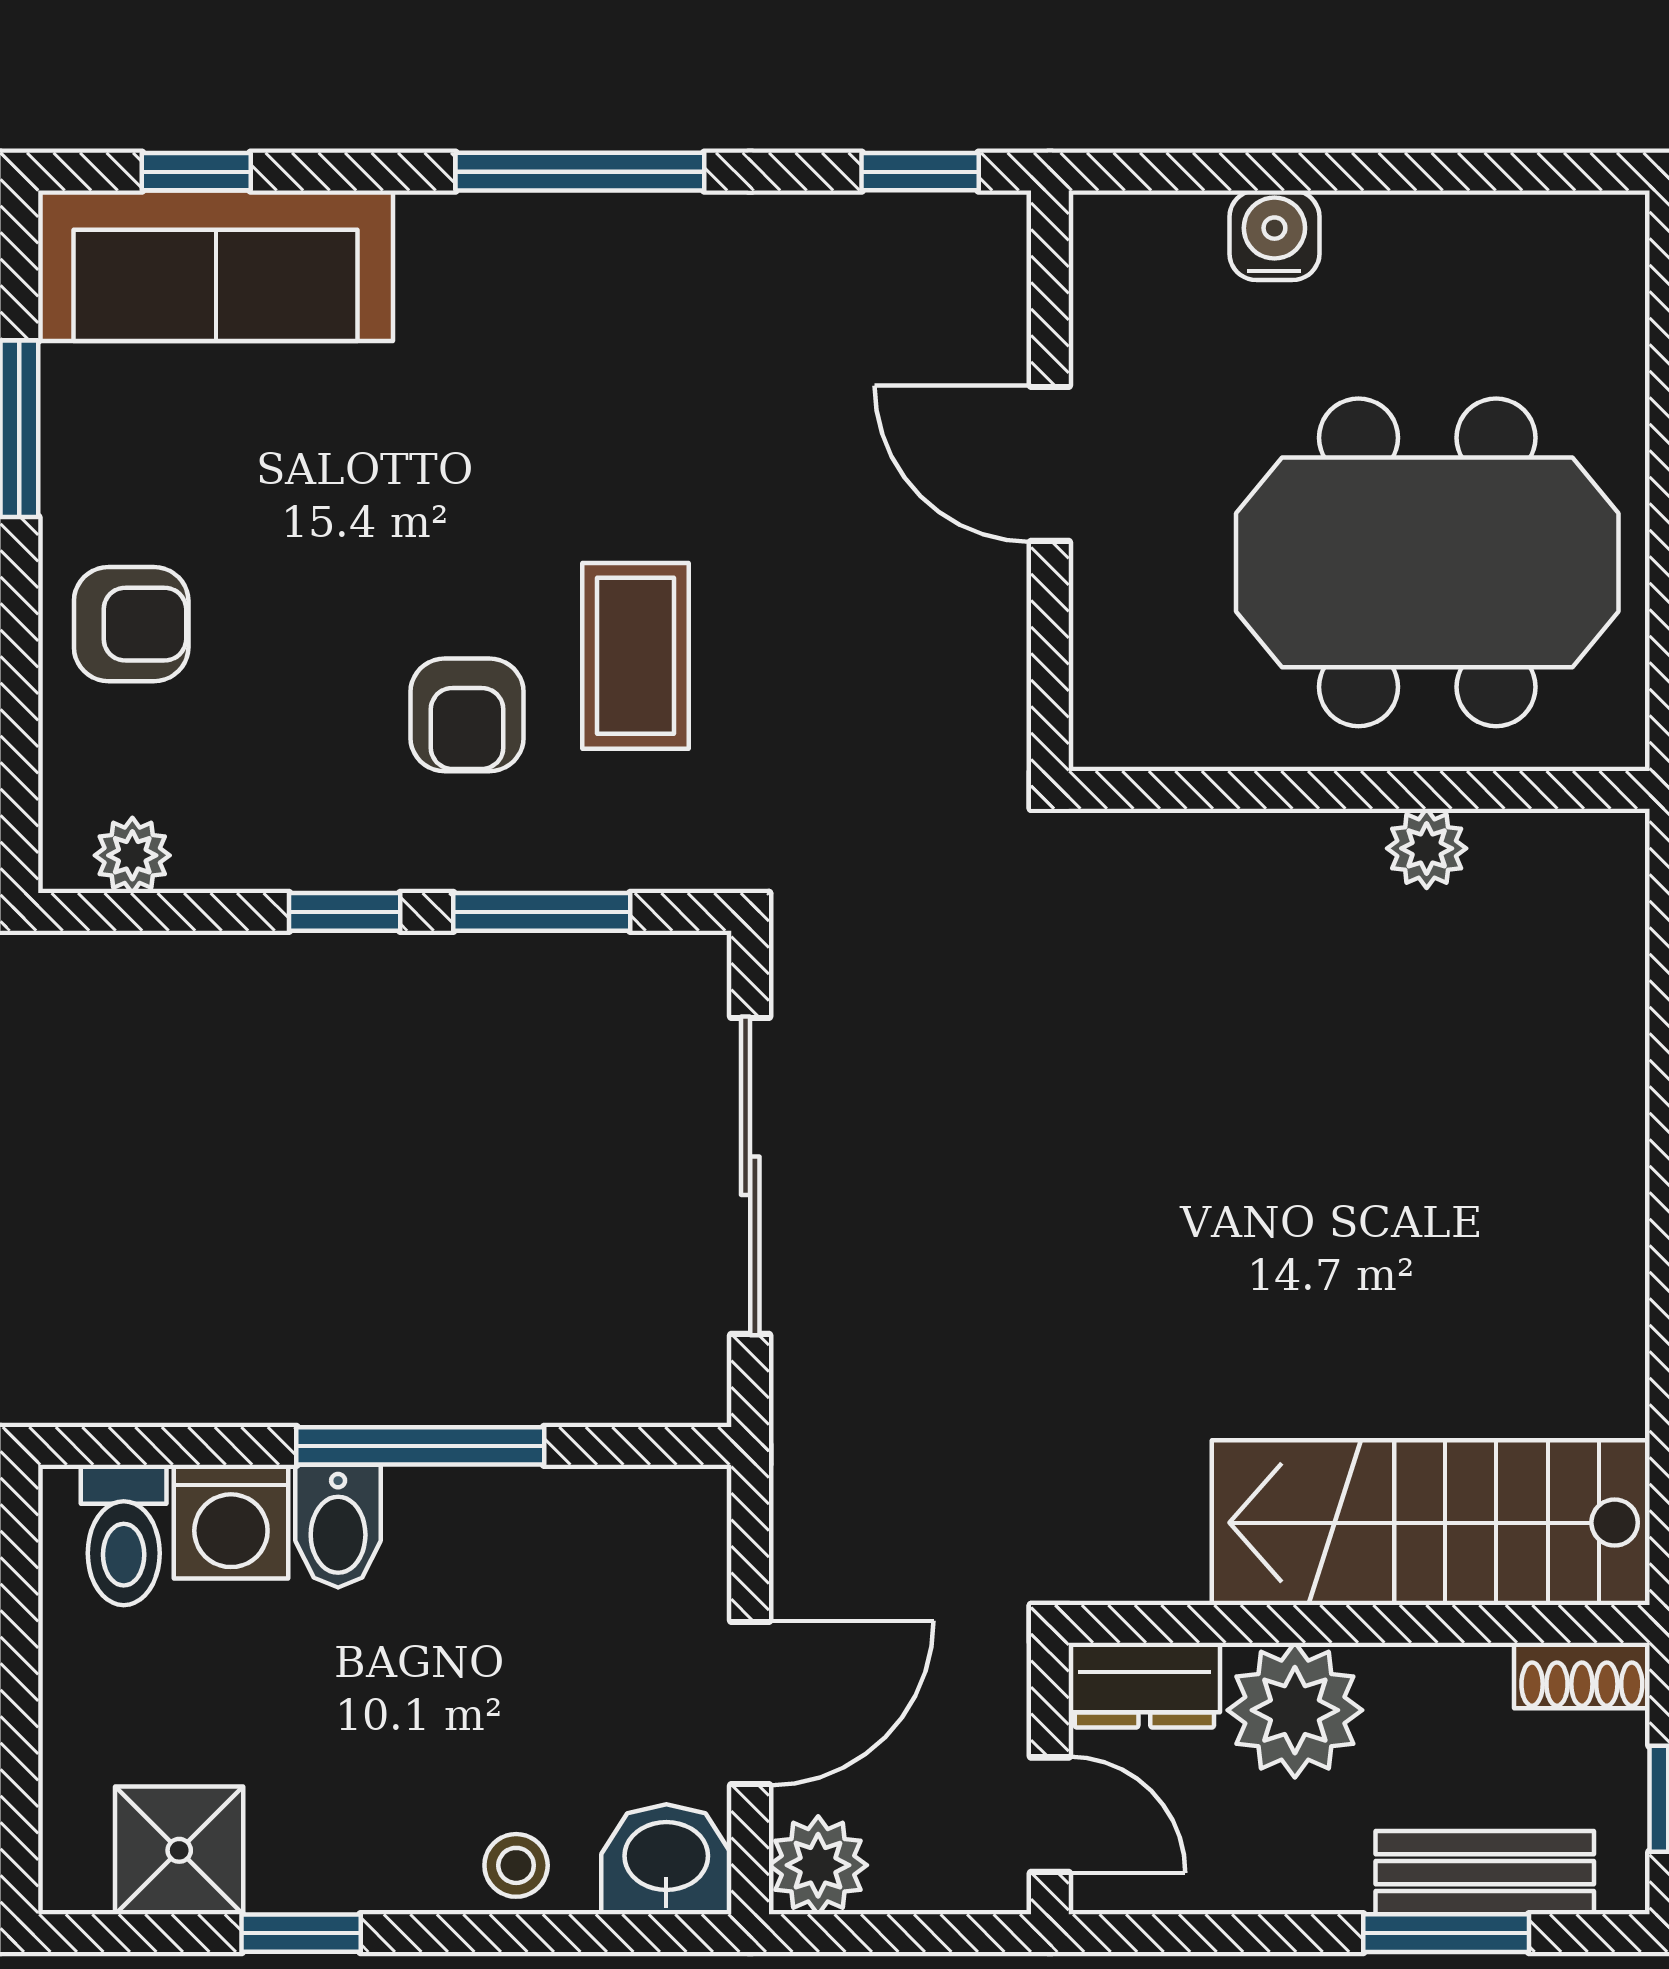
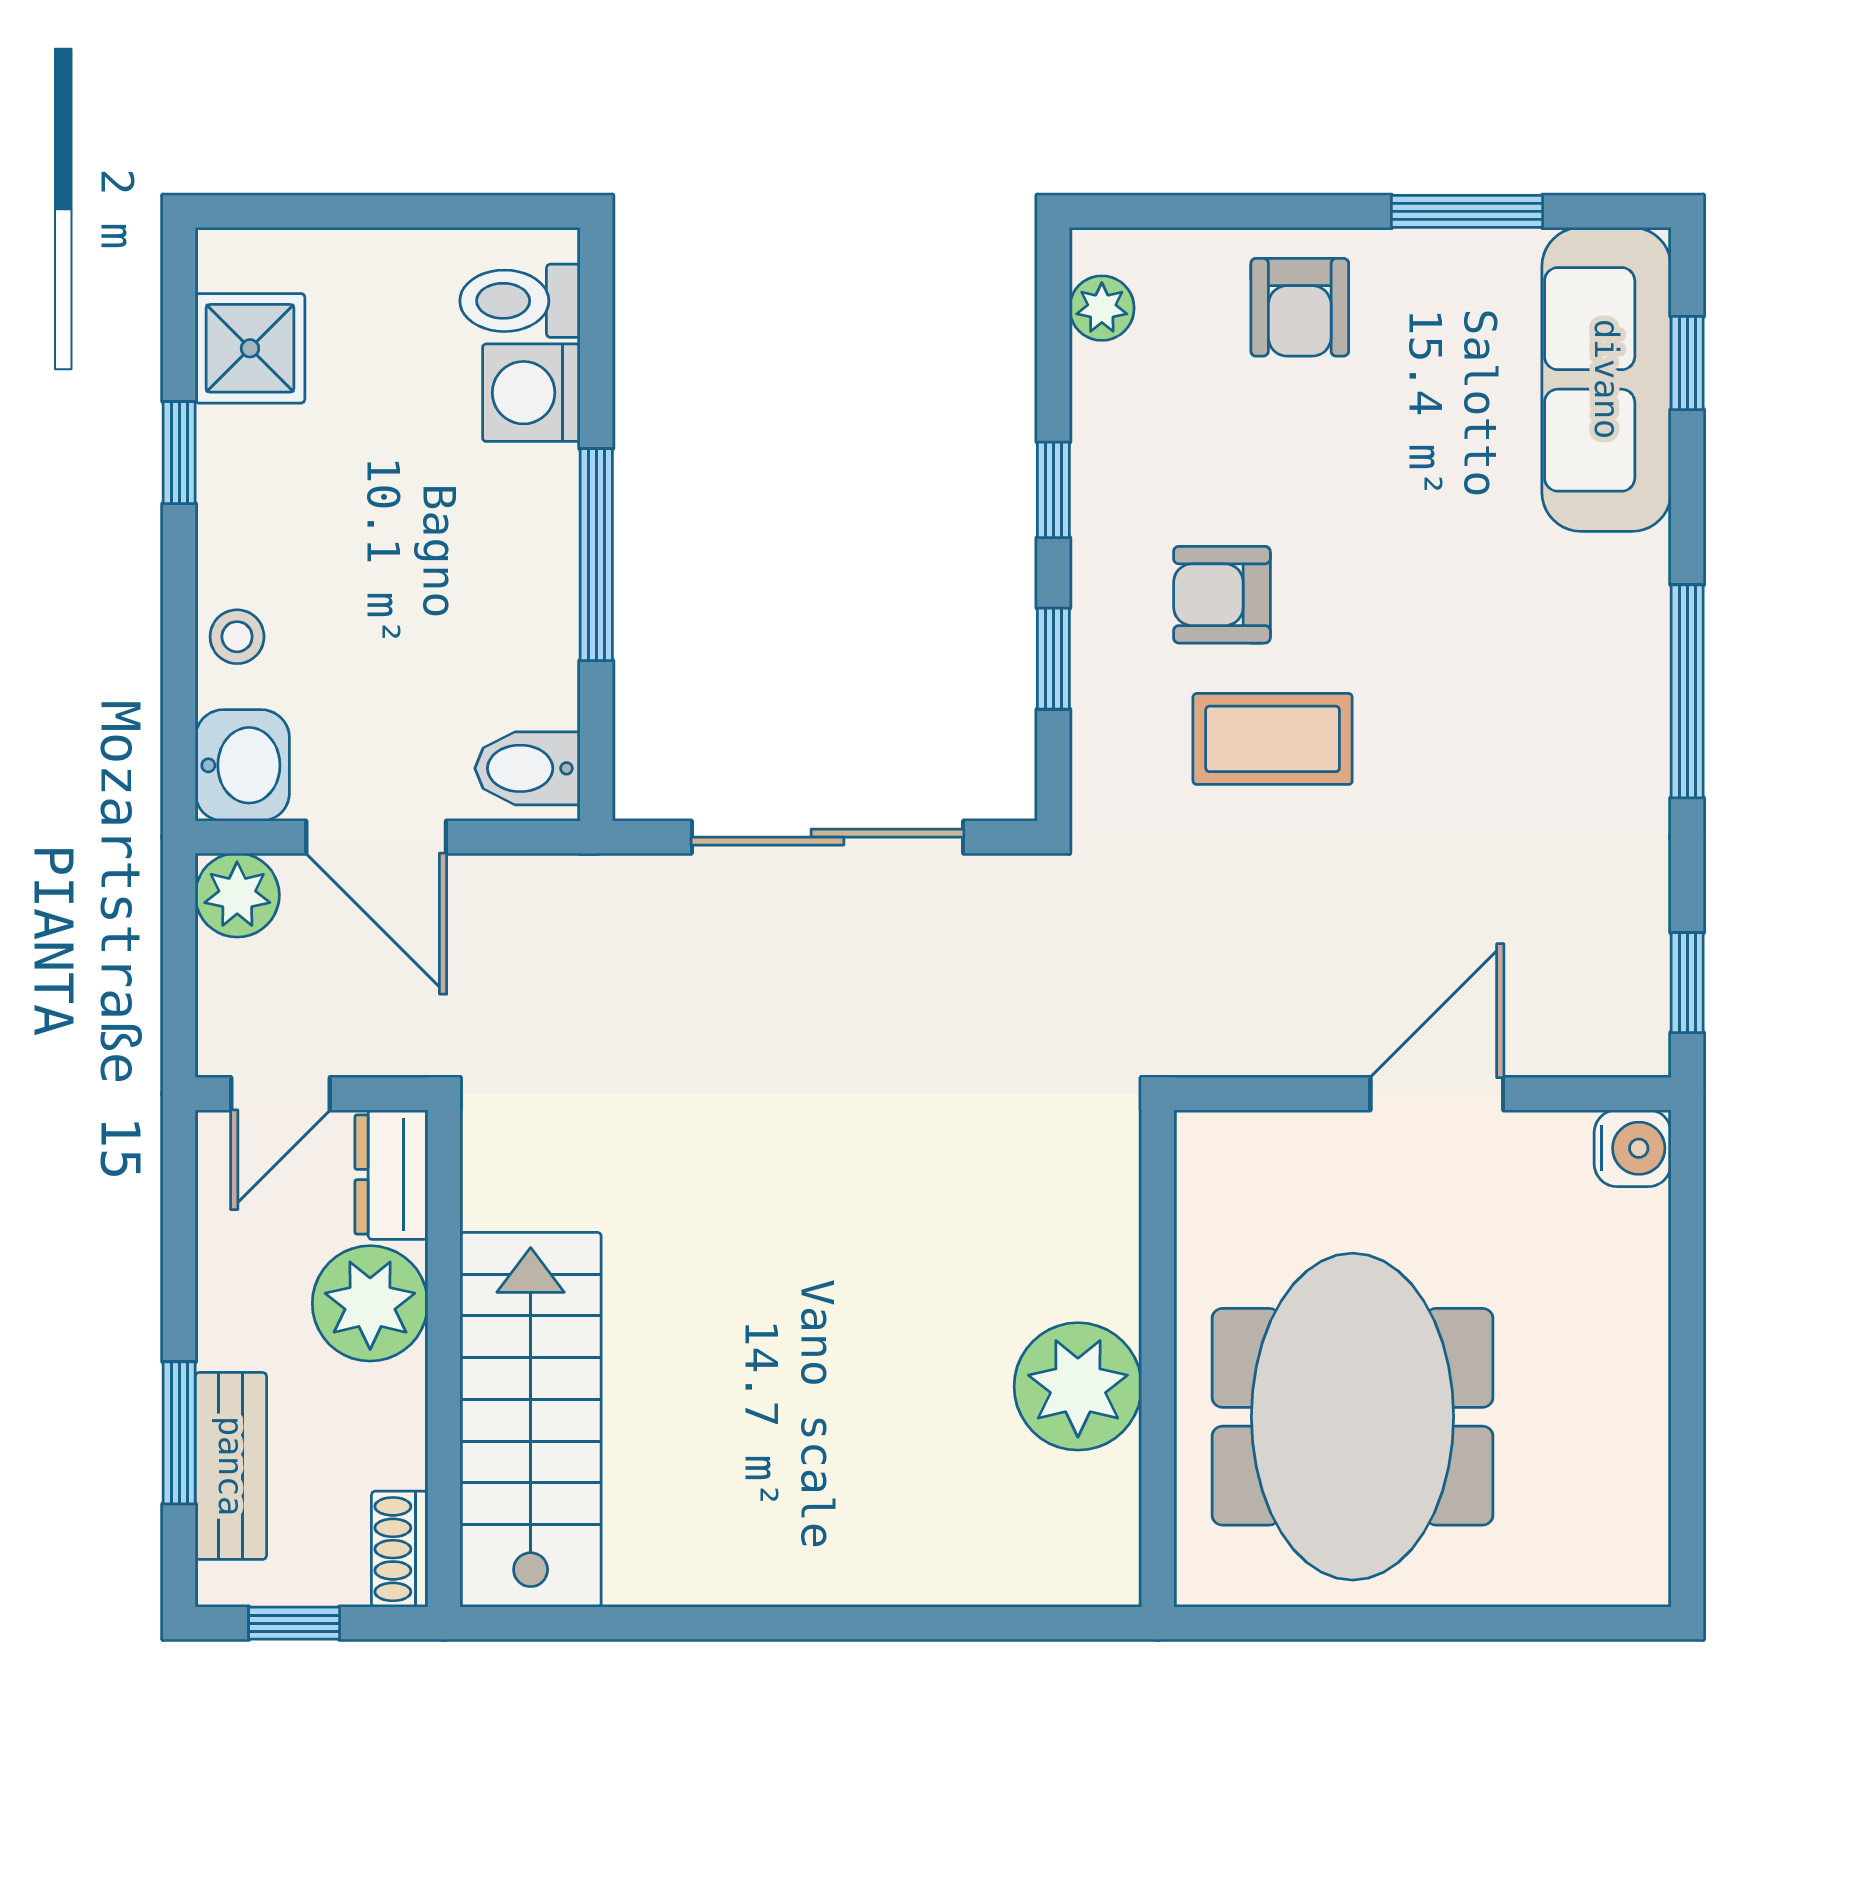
water cooler: (1274, 235) -> (1633, 1148), moved
plant: (1427, 848) -> (1078, 1386), width x1.88, depth x1.88
window: (542, 912) -> (1053, 659), width x0.67
bidet: (338, 1526) -> (527, 768), moved

